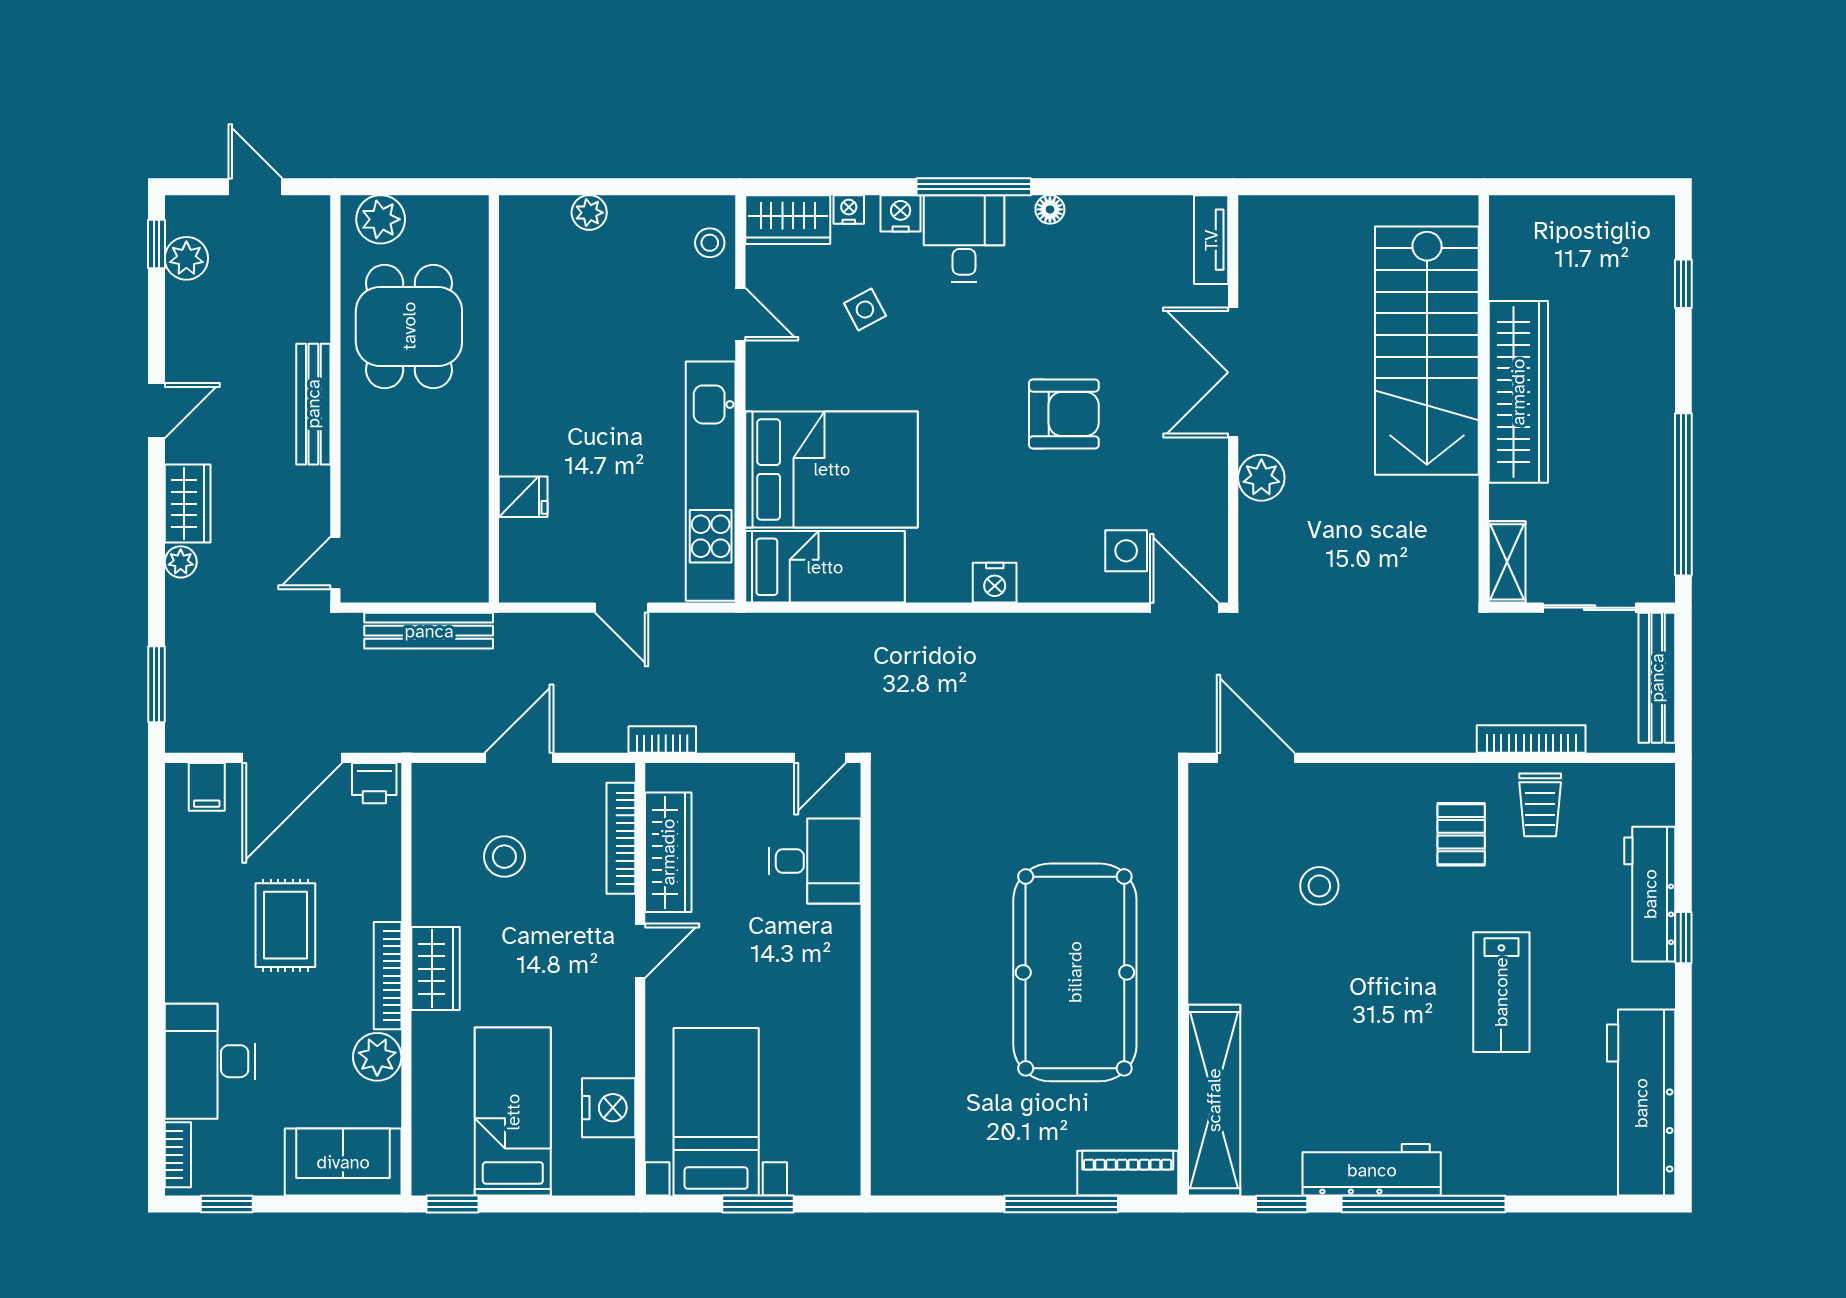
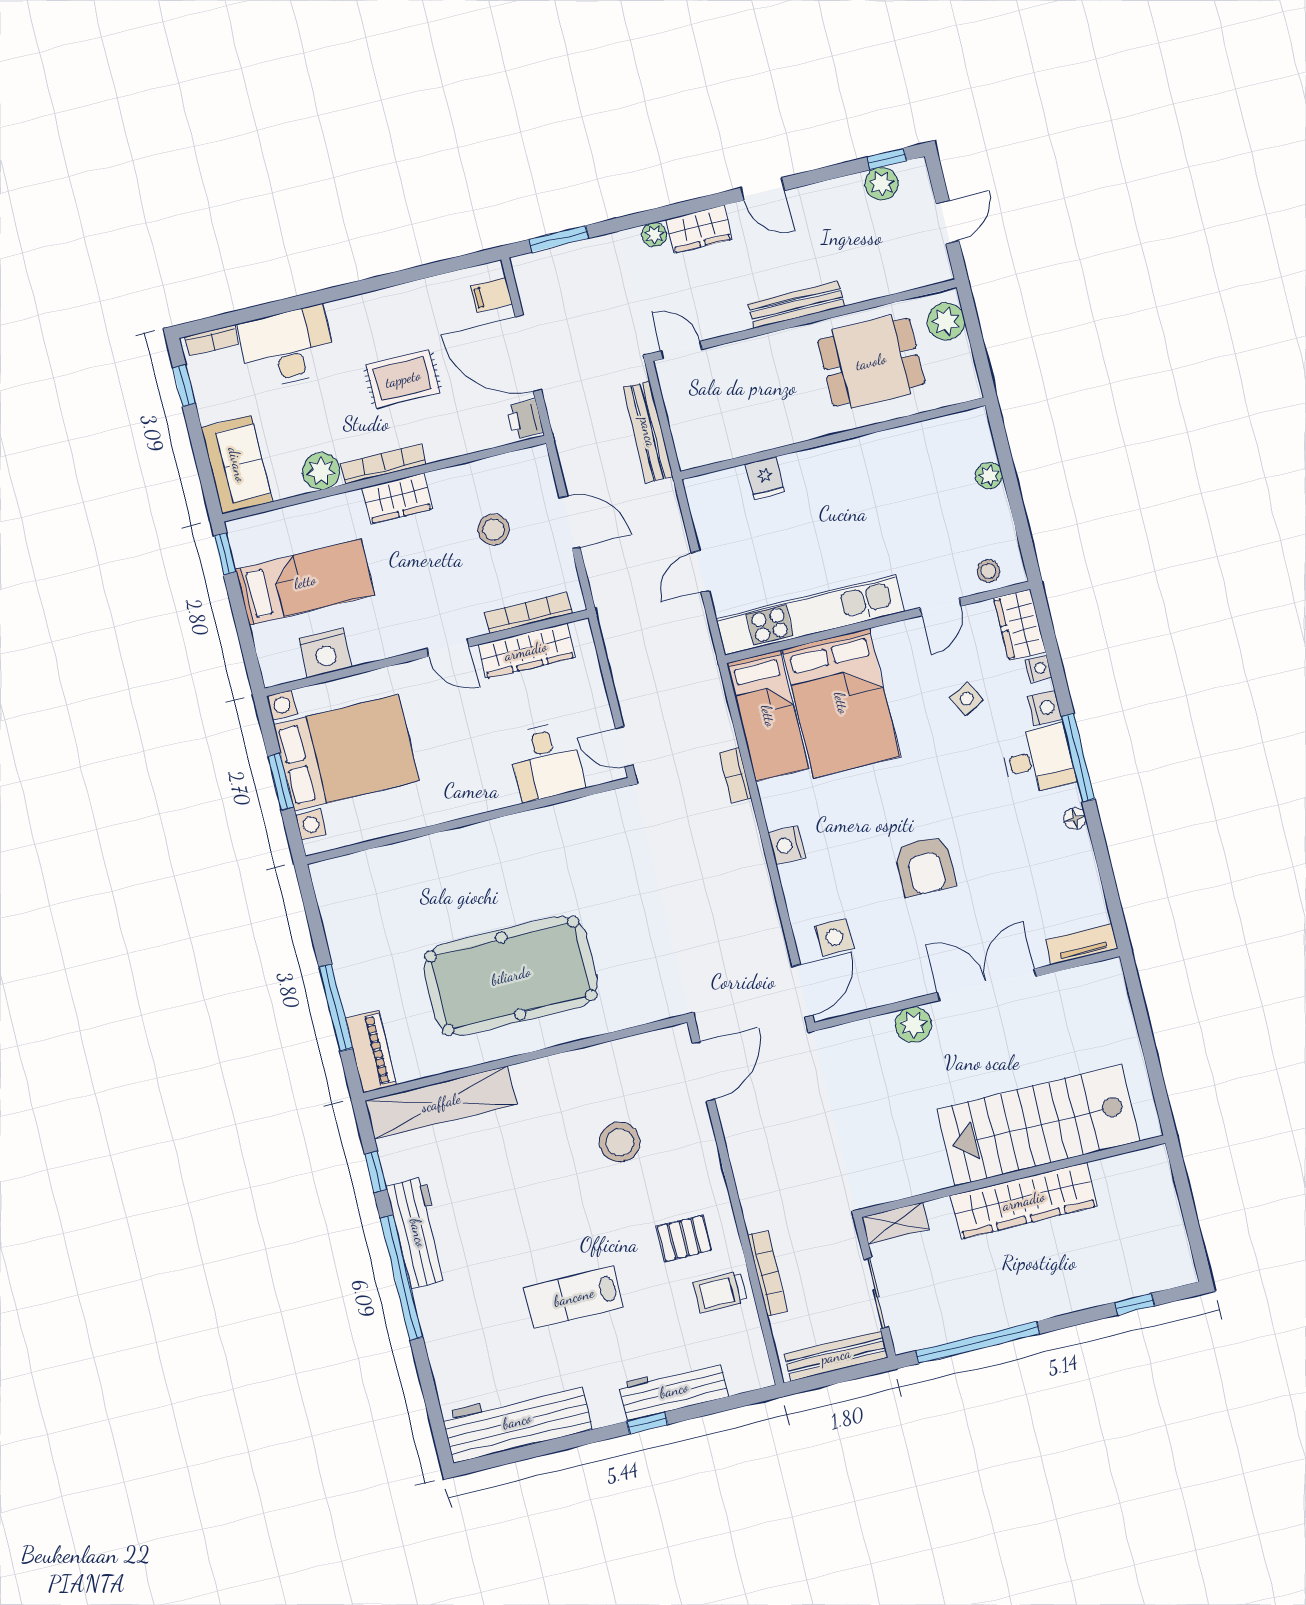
bookcase: (662, 740) -> (735, 775), moved, turned 180
stool: (1319, 886) -> (620, 1142), width x1.38, depth x1.38
bed with nightstands: (716, 1112) -> (346, 753), width x1.36

